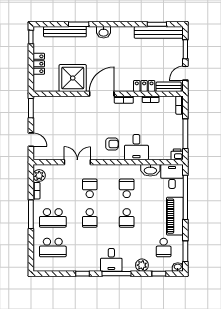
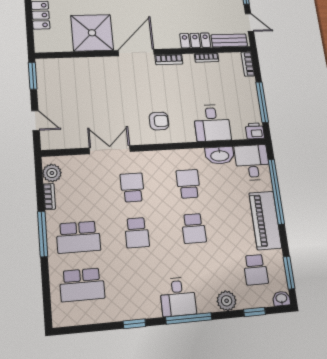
door: (185, 73) -> (249, 23), swing flipped
desk: (136, 147) -> (212, 123), moved

